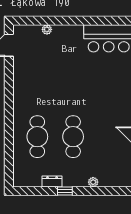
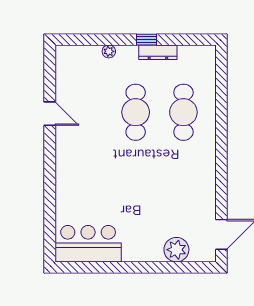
plant: (47, 29) -> (176, 250), width x1.87, depth x1.87
dresser: (52, 182) -> (158, 52), width x1.44

